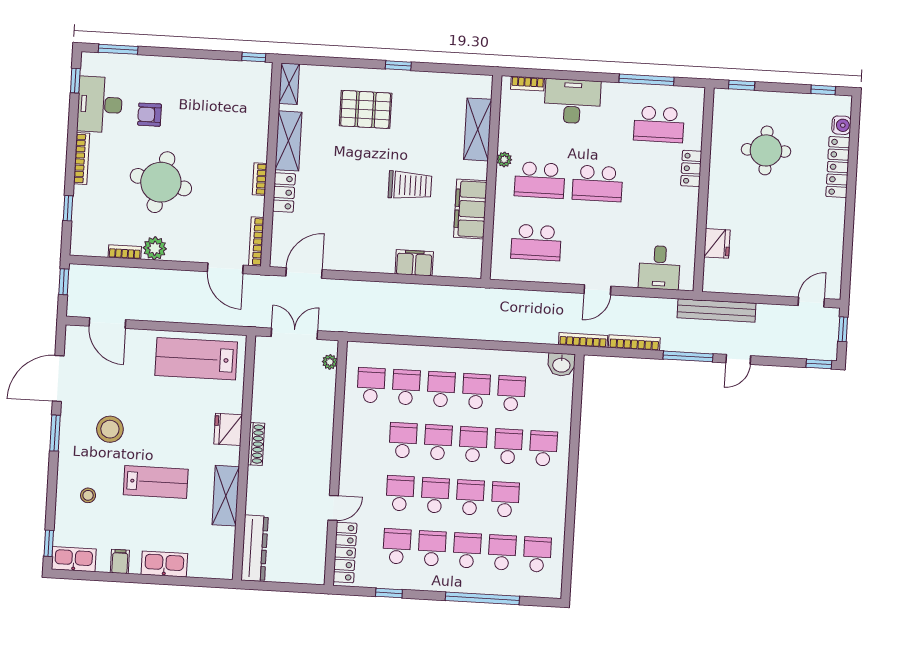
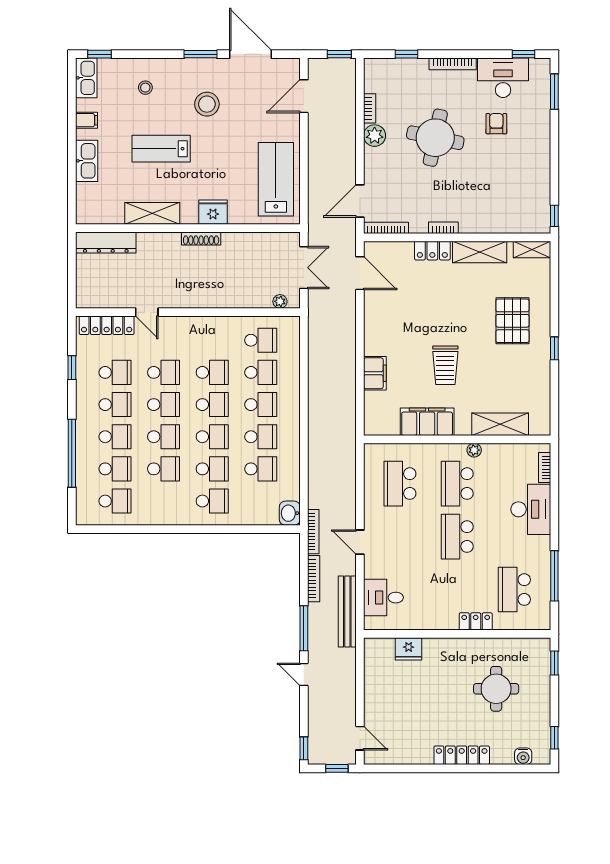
locker: (838, 167) -> (462, 755), moved
bench: (716, 310) -> (347, 612), moved
lab bench: (156, 482) -> (161, 149), turned 90

